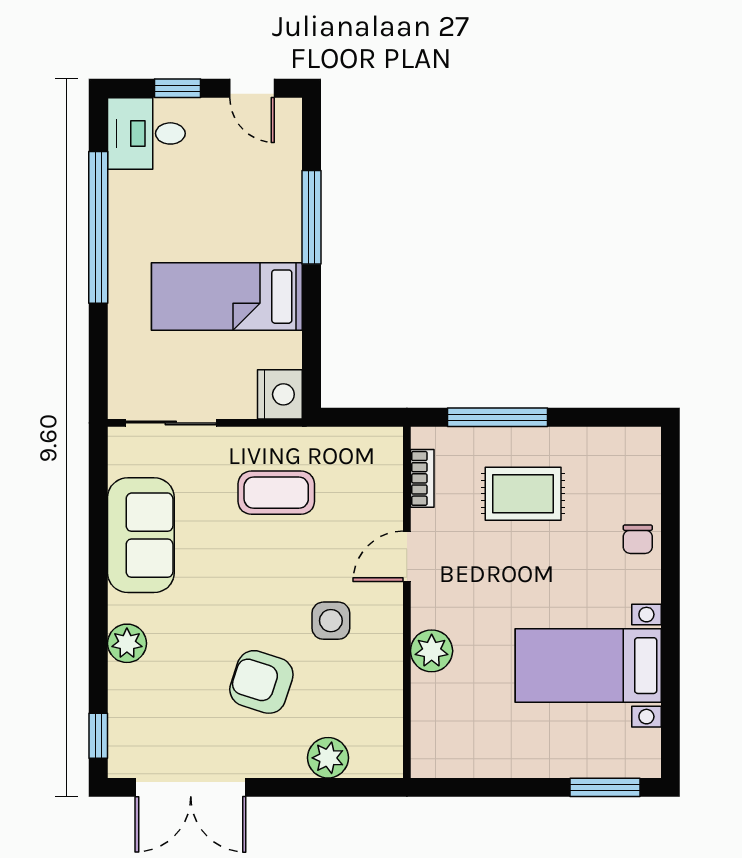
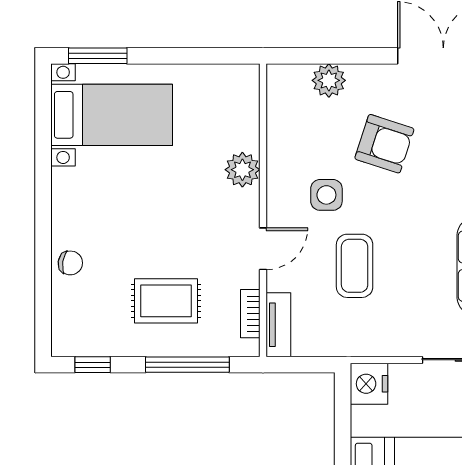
window: (611, 417) -> (93, 365), added
tv unit: (388, 465) -> (278, 325), added
coffee table: (276, 493) -> (355, 266), moved, turned 90
chair: (638, 539) -> (70, 263), turned 99
bed with nightstands: (588, 666) -> (112, 115), moved

